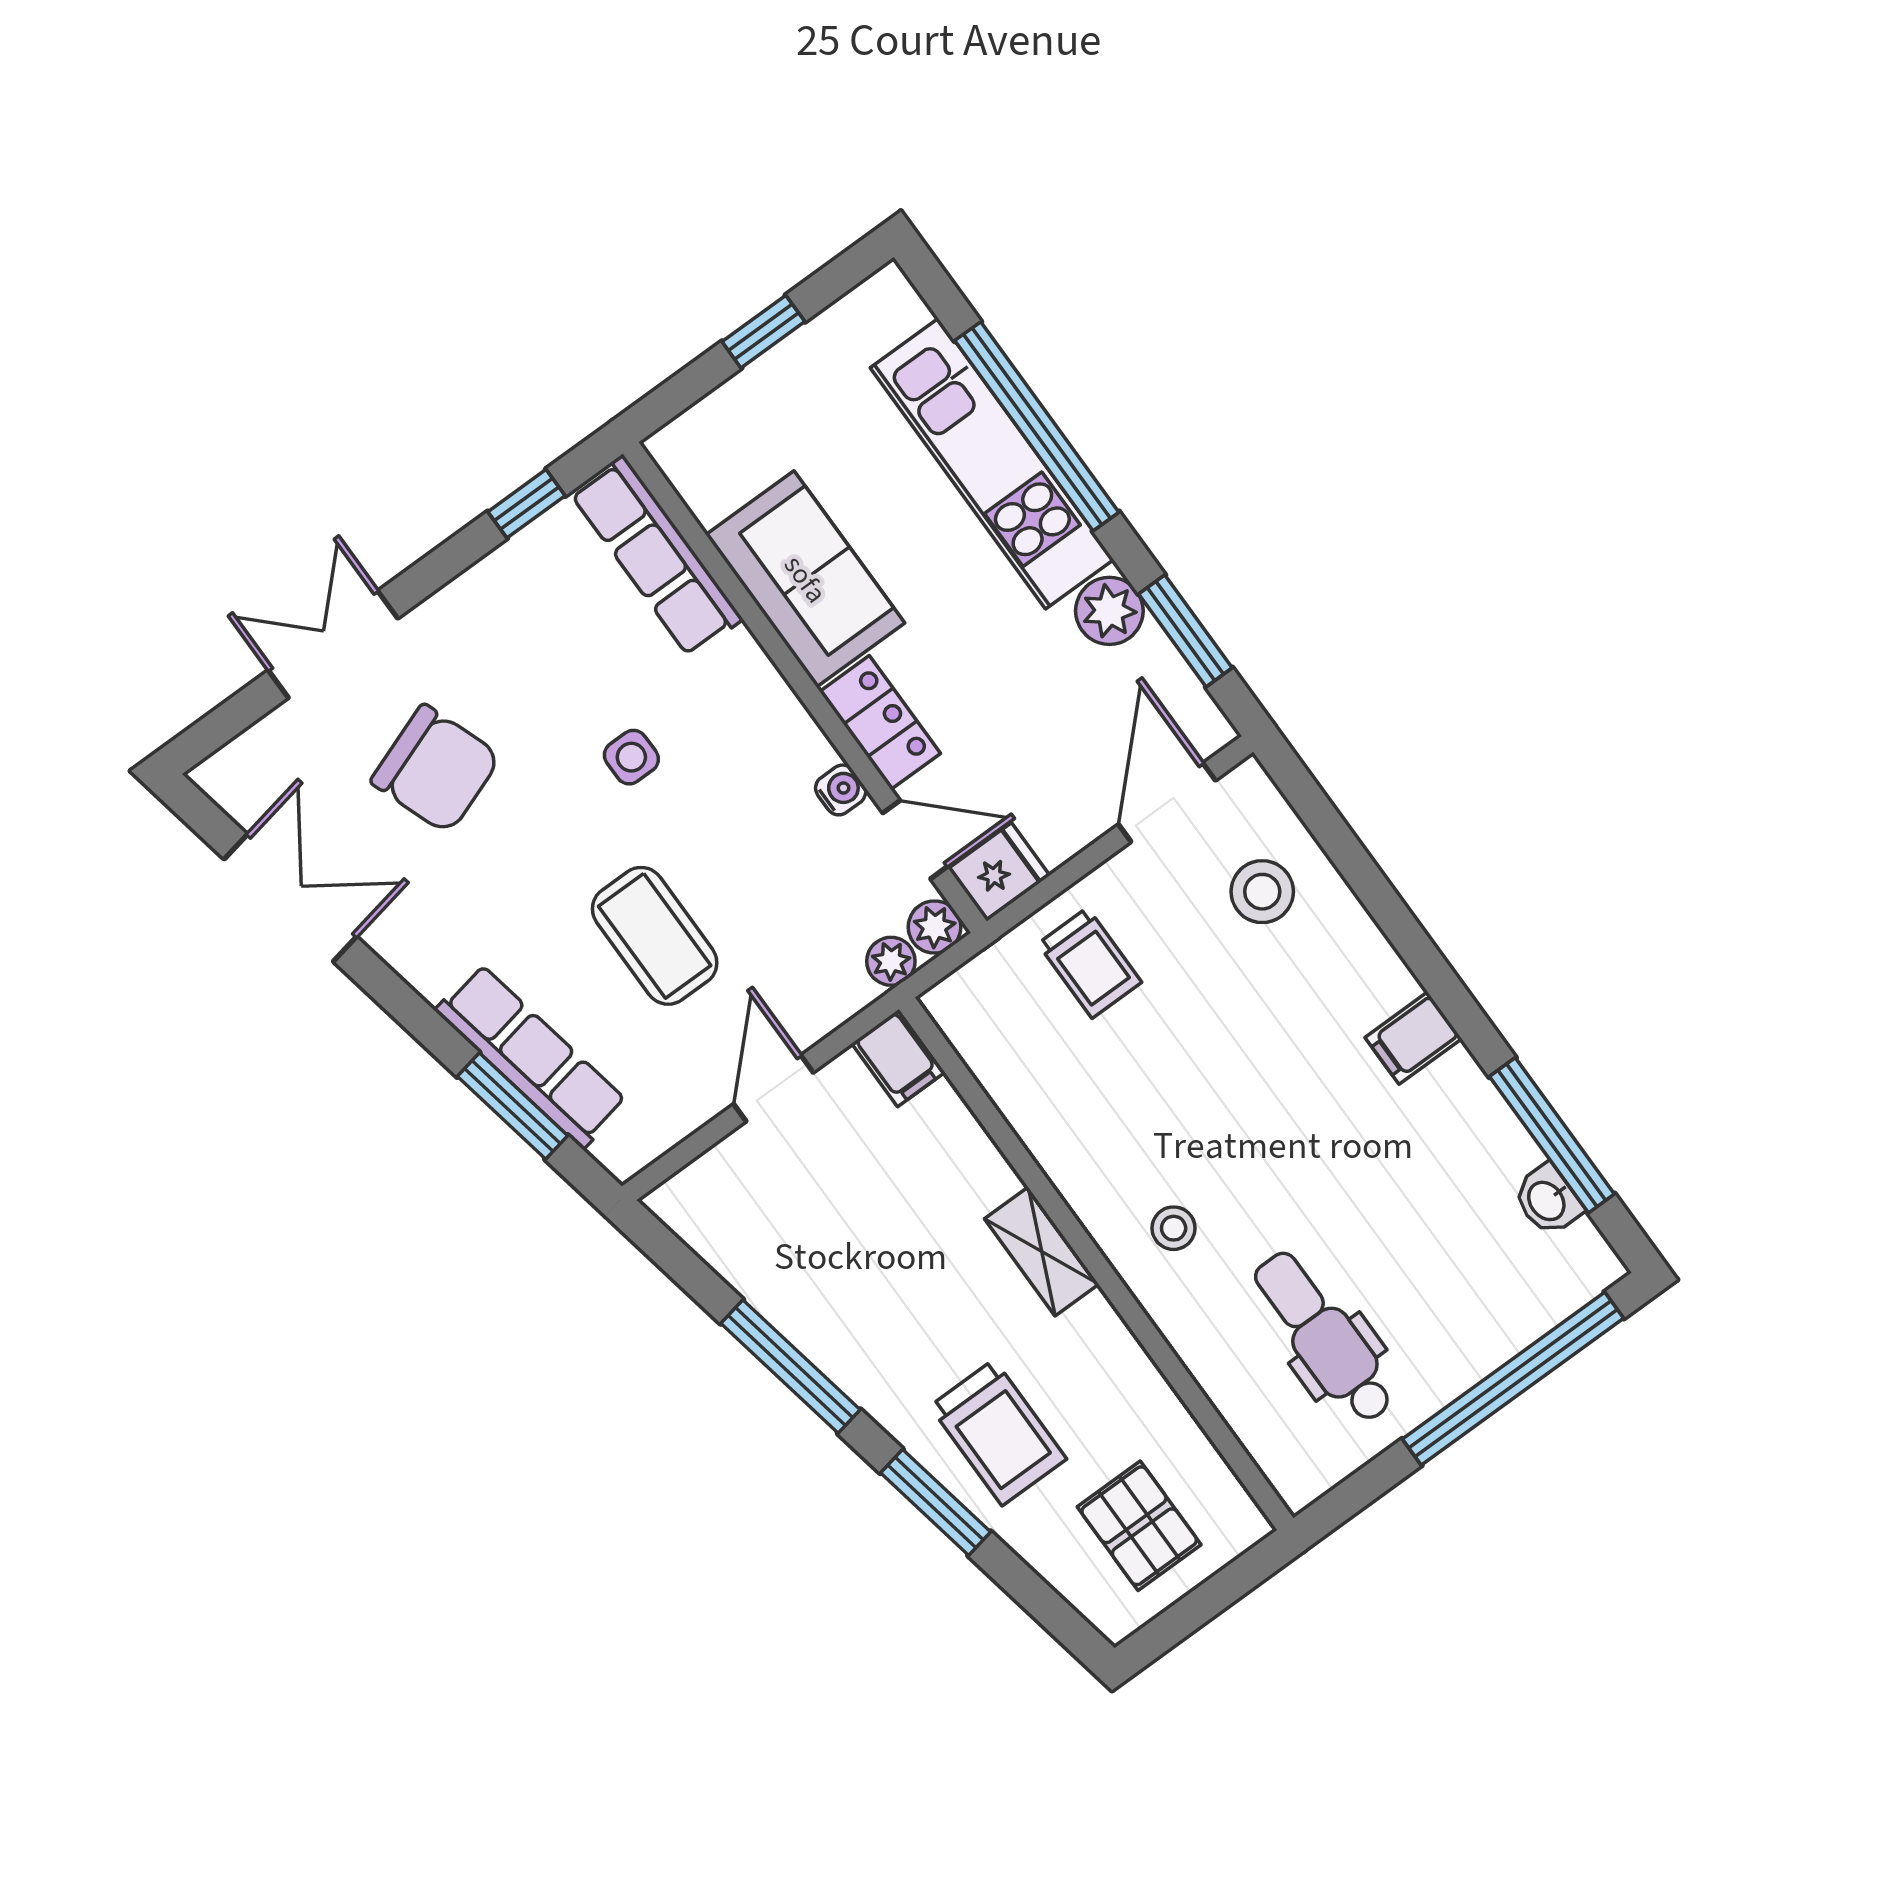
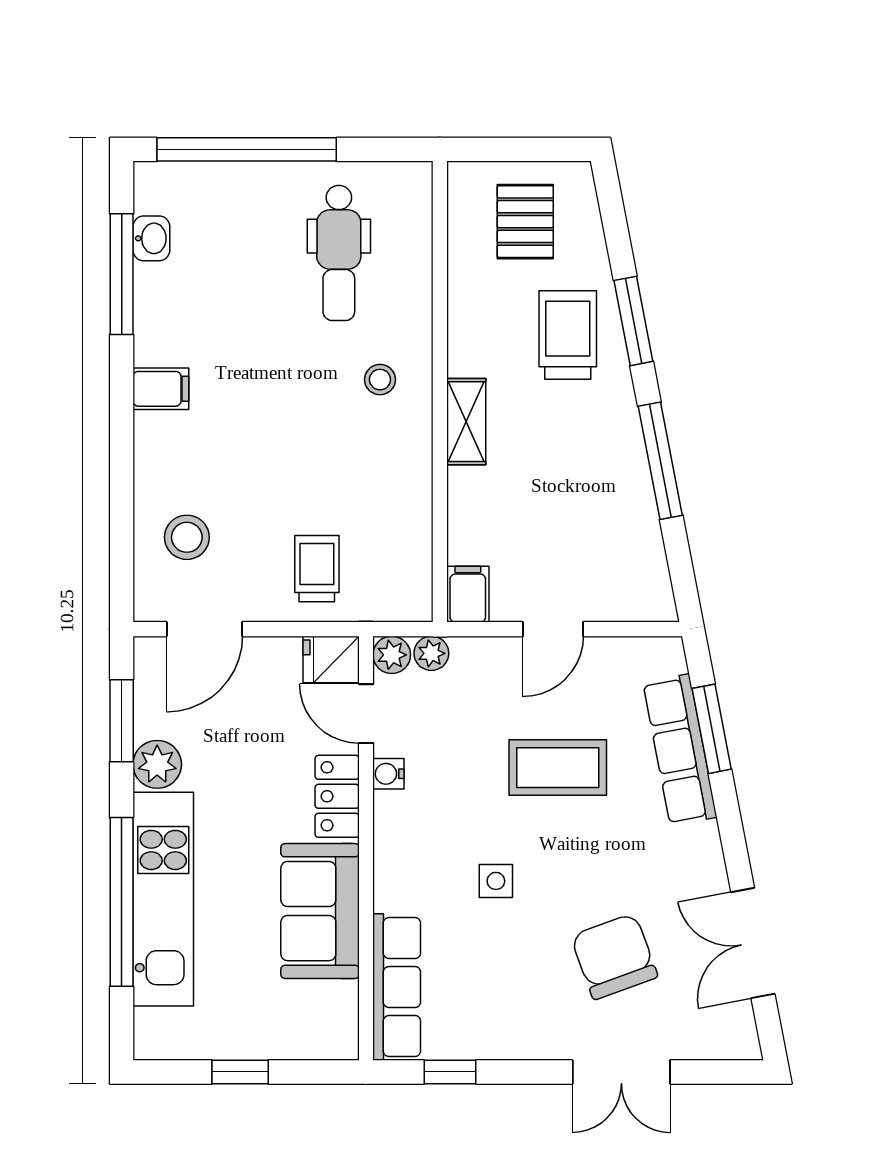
coffee table: (655, 936) -> (558, 768), turned 90

